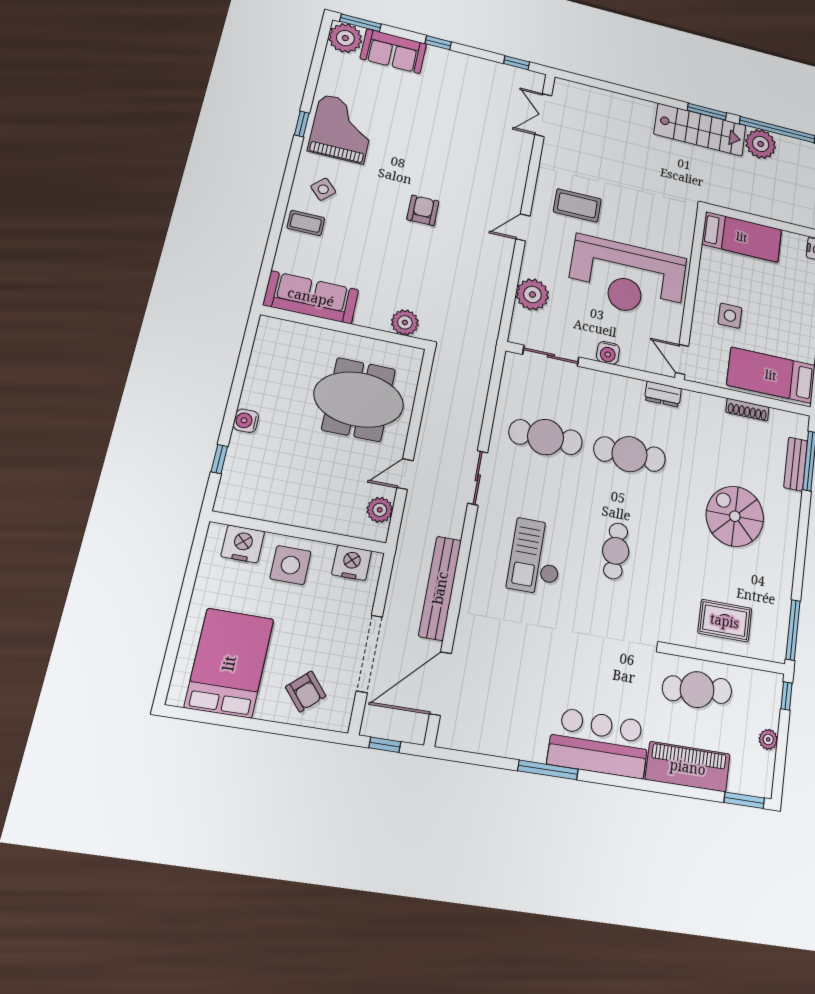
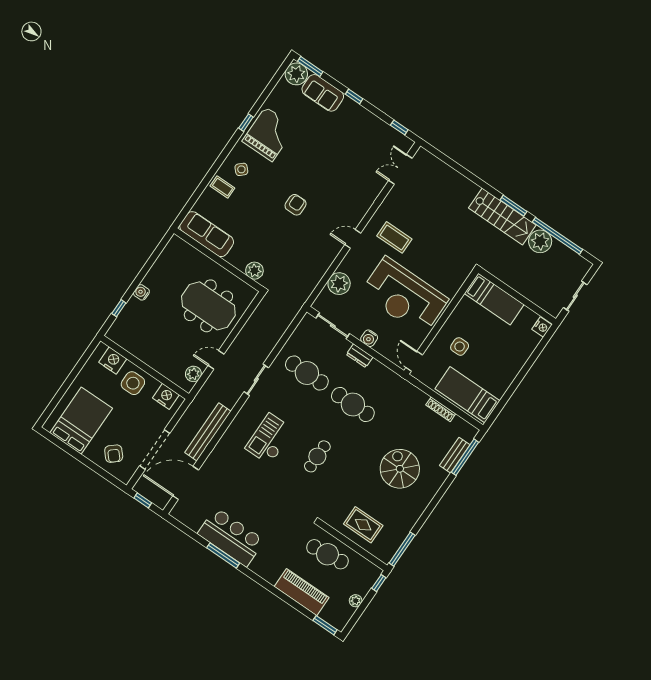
dresser: (663, 394) -> (360, 356), moved
bar counter: (599, 743) -> (231, 537), moved

